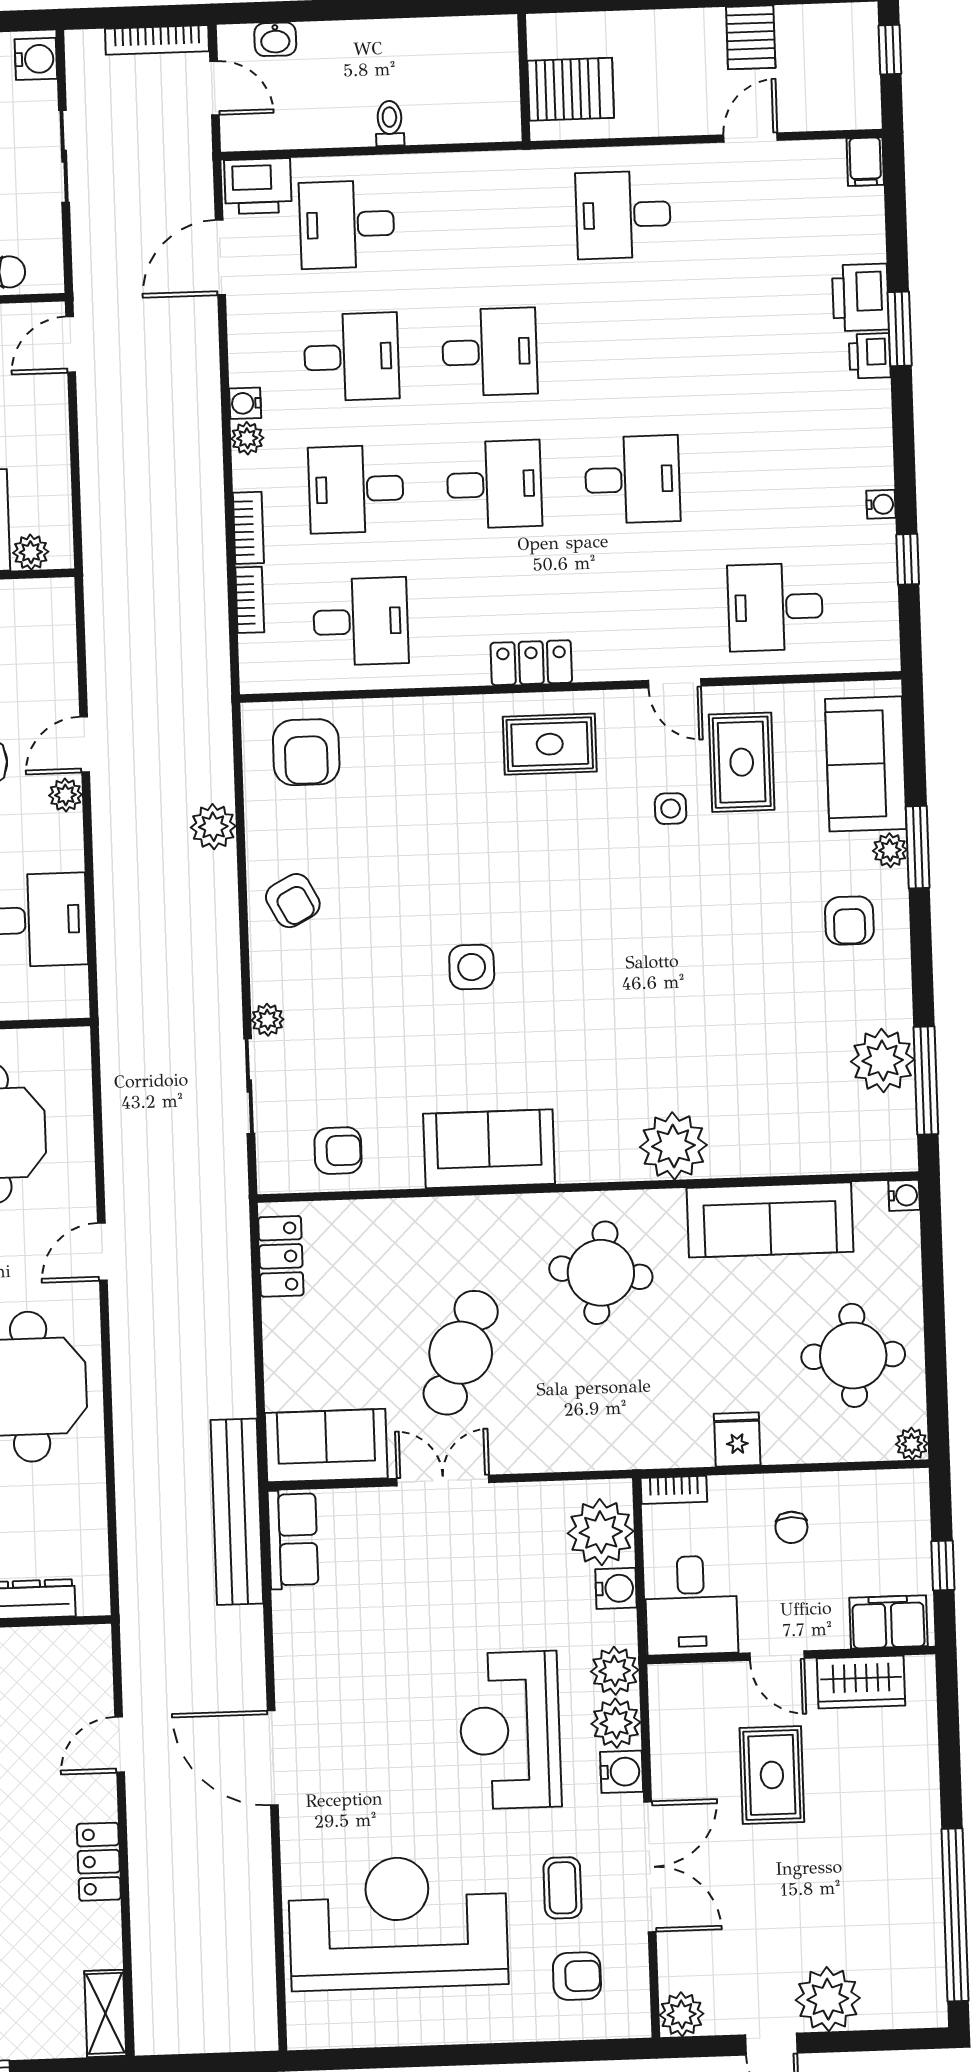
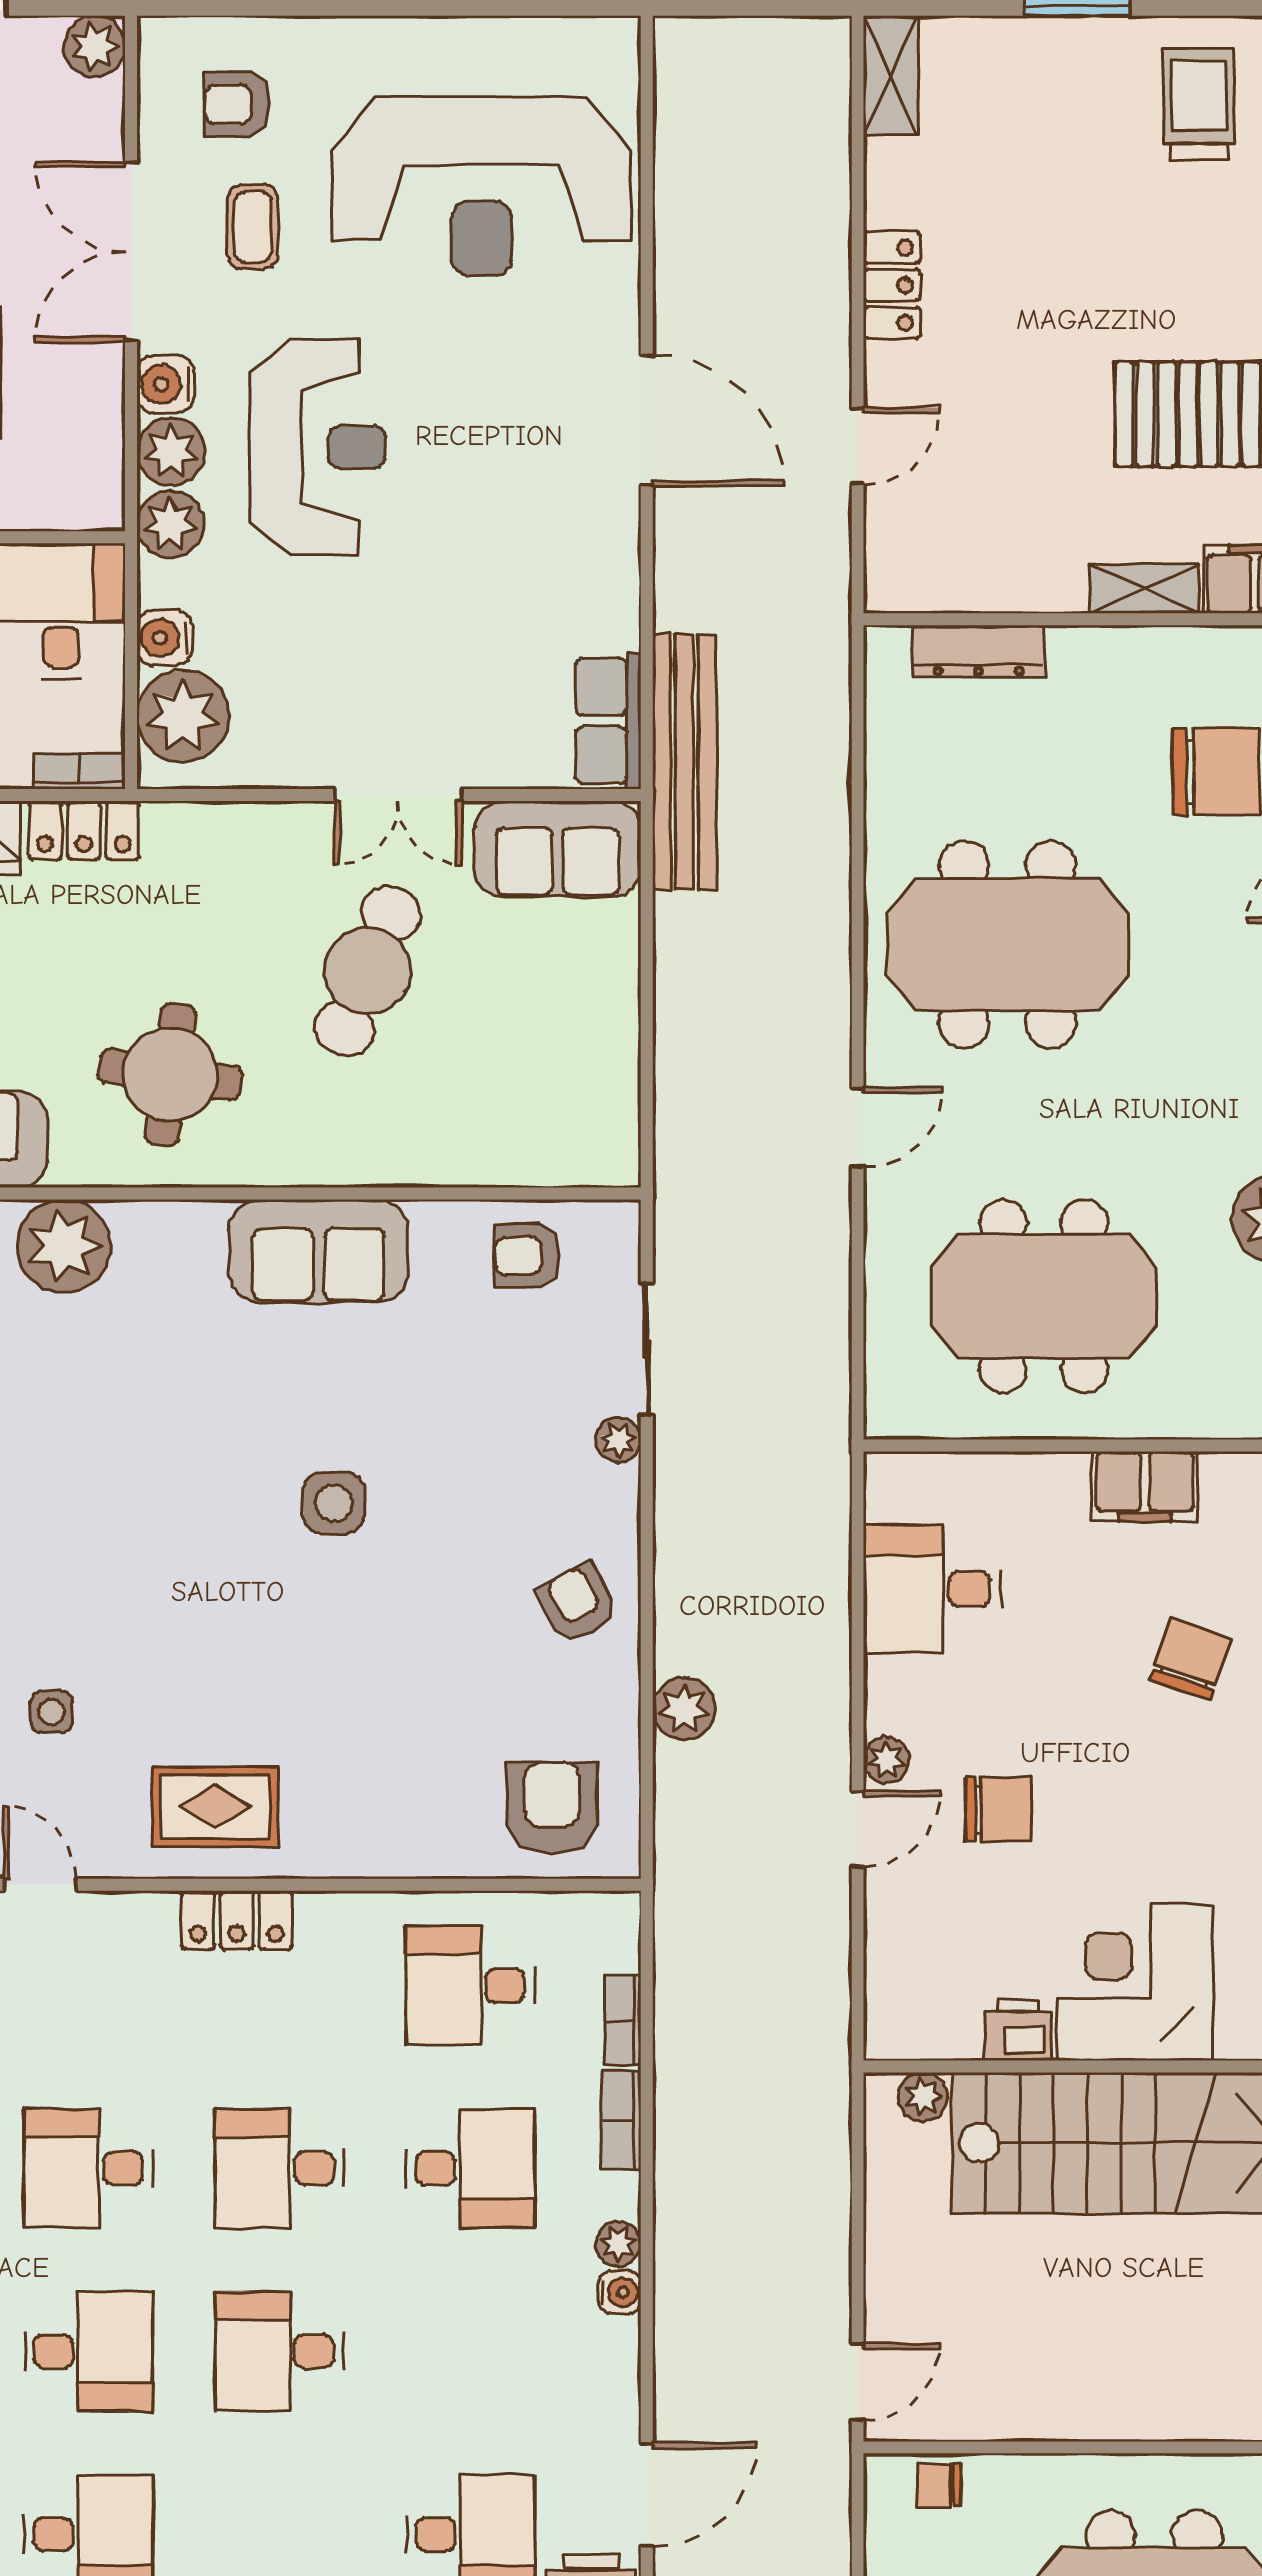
desk: (351, 357) -> (88, 2351), moved, turned 180
locker: (281, 1256) -> (84, 830), moved, turned -90

